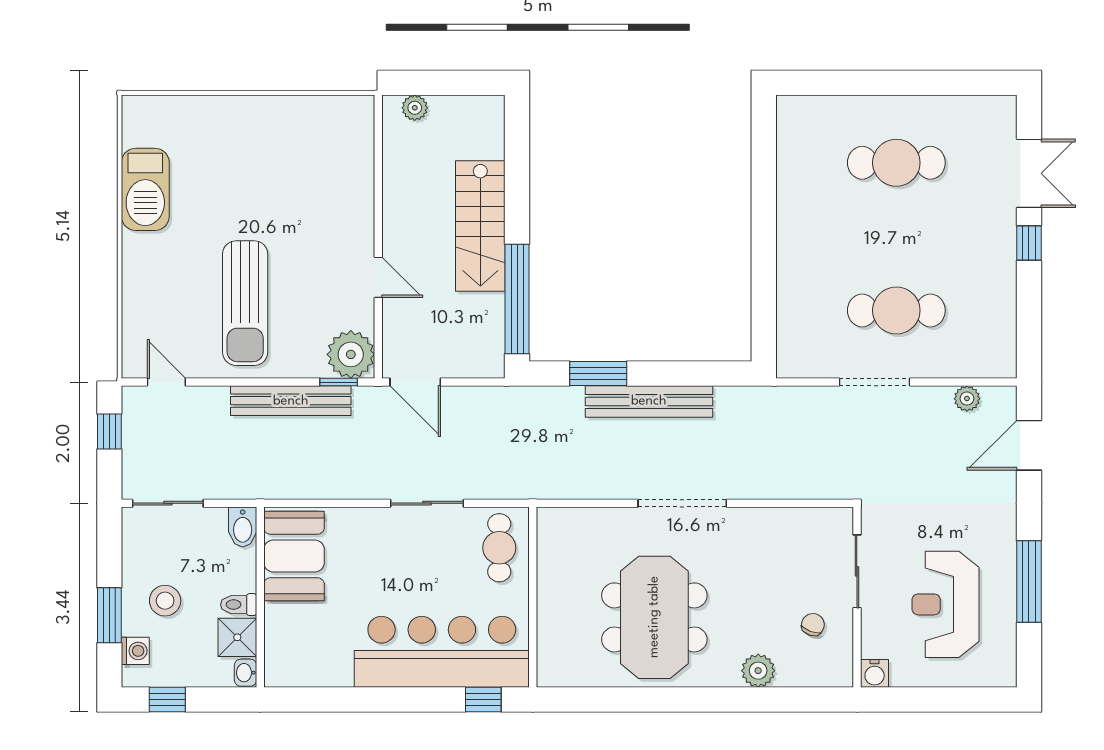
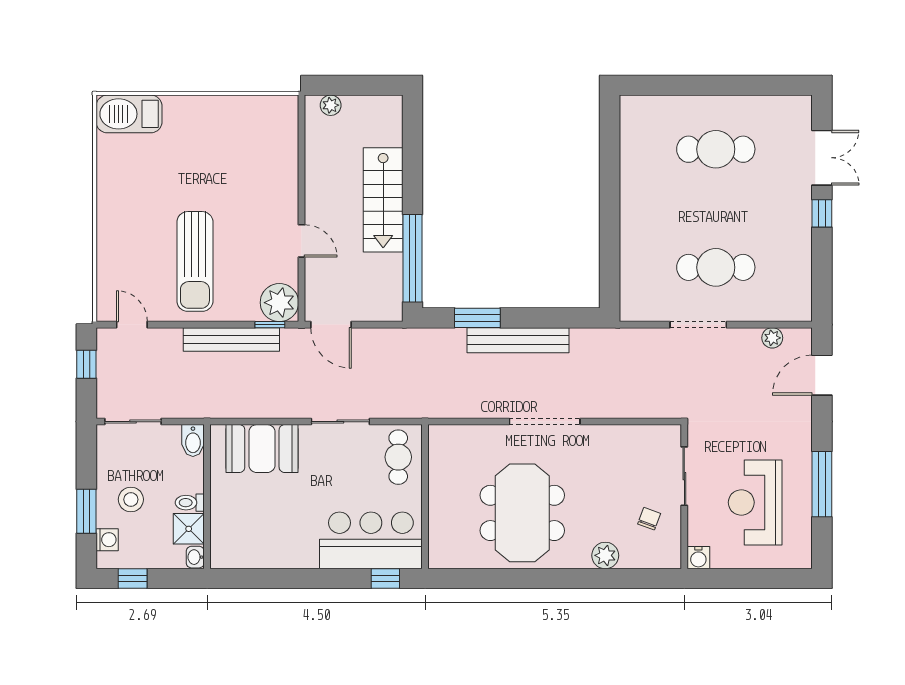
barbecue: (145, 189) -> (129, 114), moved, turned 90
booth: (294, 556) -> (262, 449), moved, turned 90
bar counter: (442, 652) -> (371, 540), width x0.73

